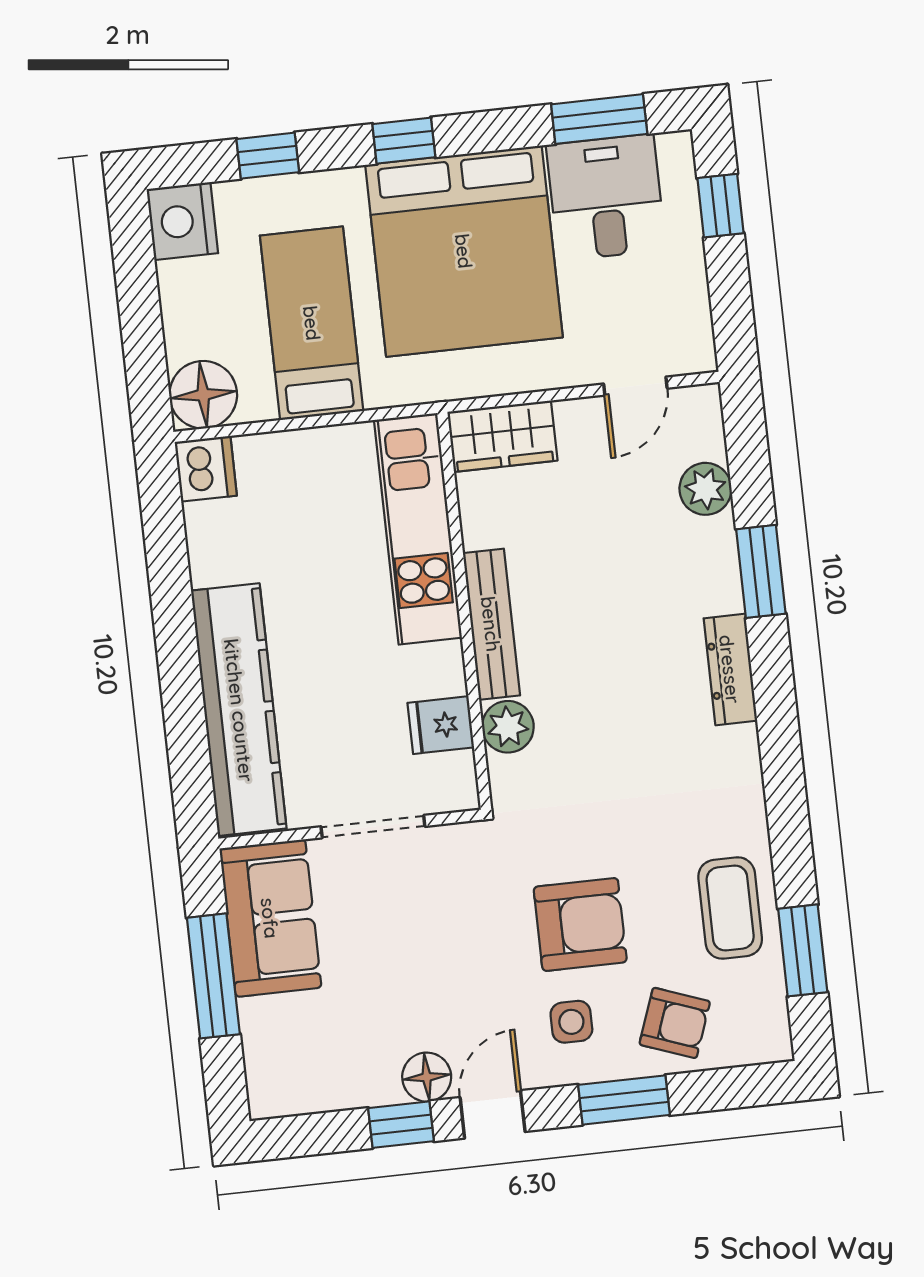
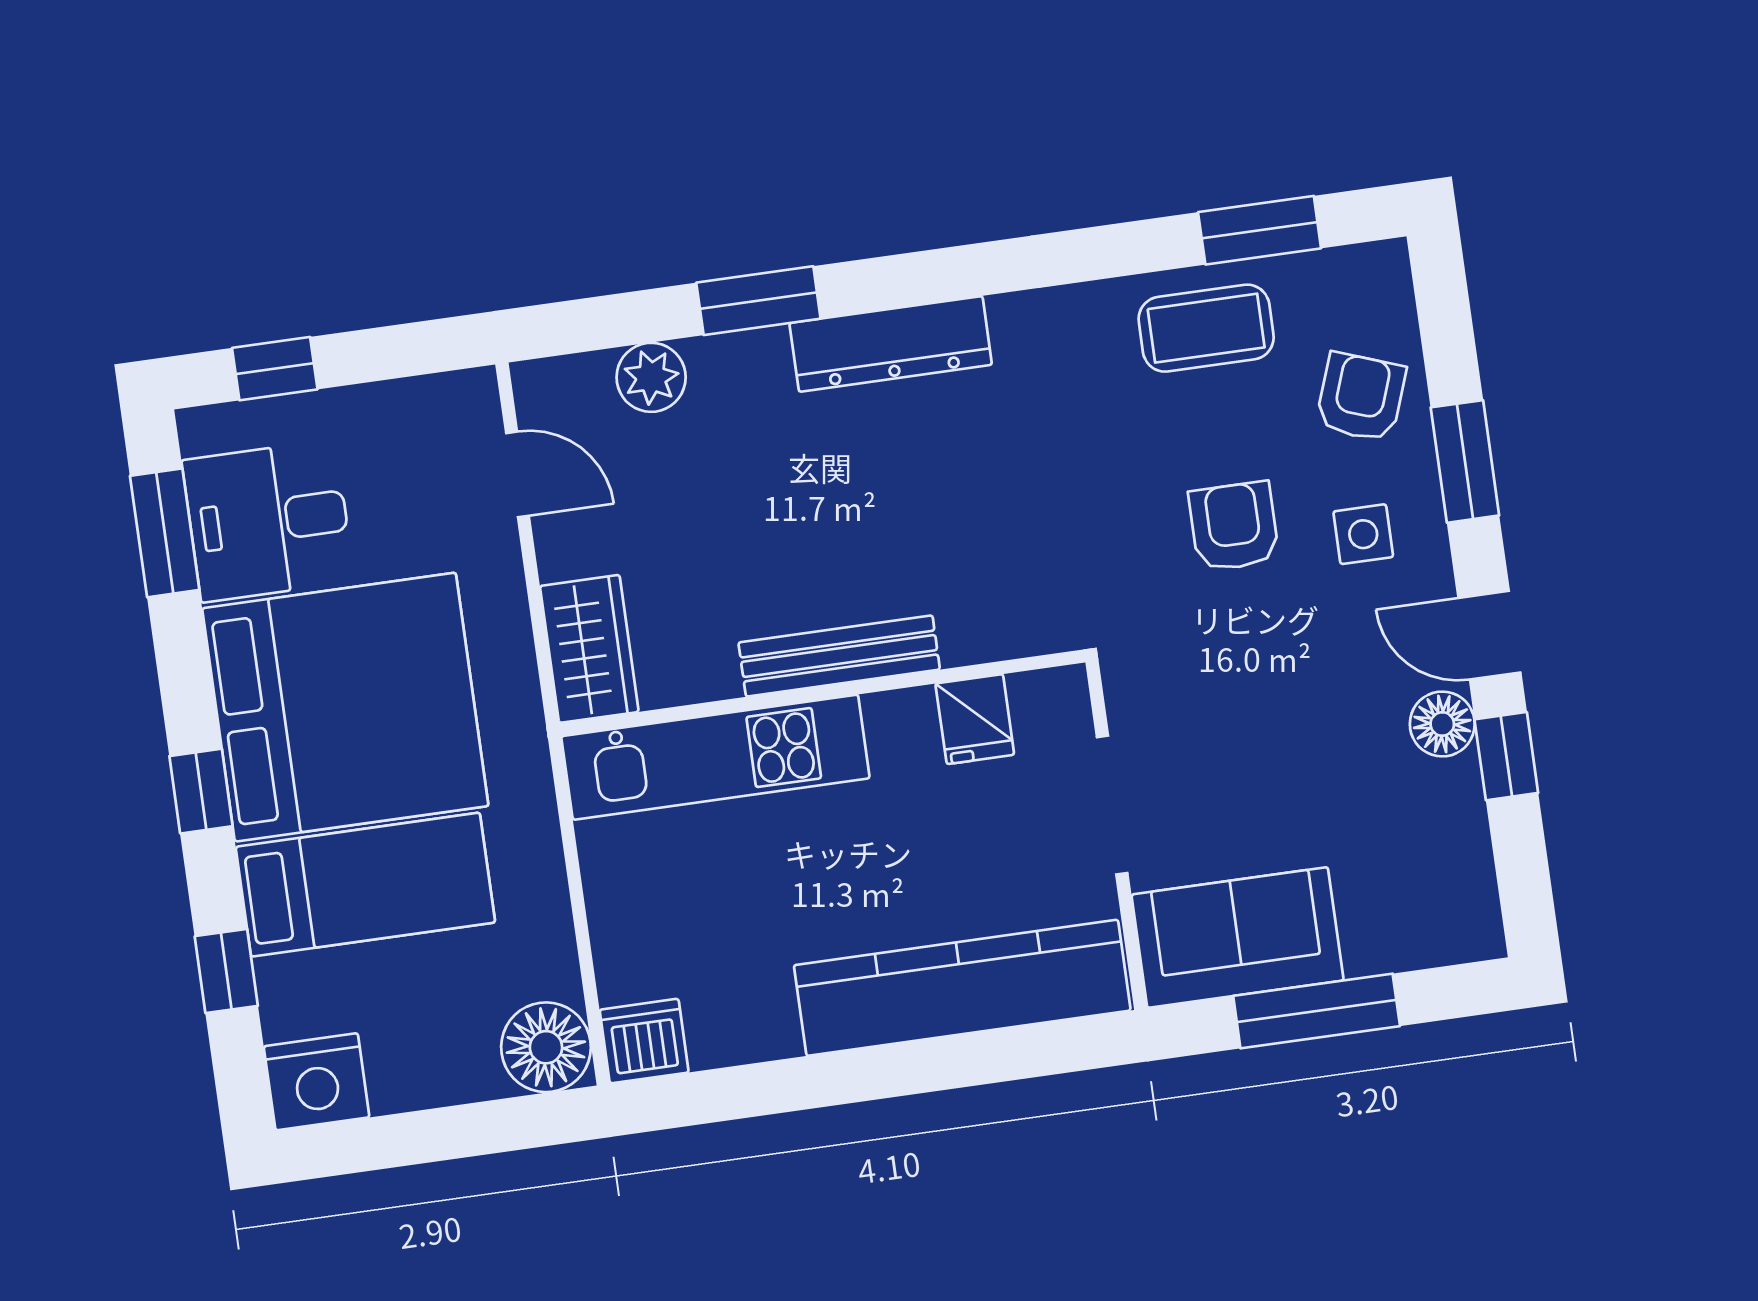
bed: (312, 323) -> (365, 885), moved, turned 180
dresser: (730, 669) -> (891, 344), width x1.37, depth x1.24
plant: (508, 727) -> (974, 630), removed
armchair: (580, 924) -> (1234, 526), width x0.72, depth x0.72

